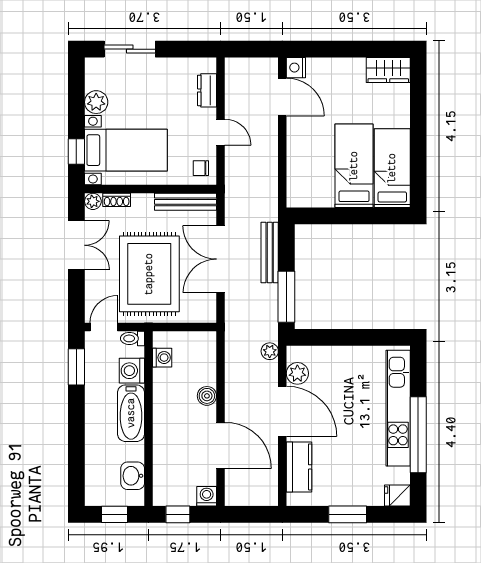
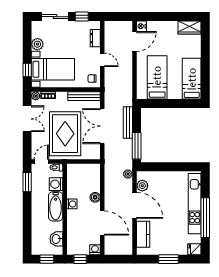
window: (181, 49) -> (82, 17), added
door: (282, 97) -> (134, 41), hinge flipped
bed: (354, 166) -> (157, 77), moved
washing machine: (162, 358) -> (72, 204), moved

